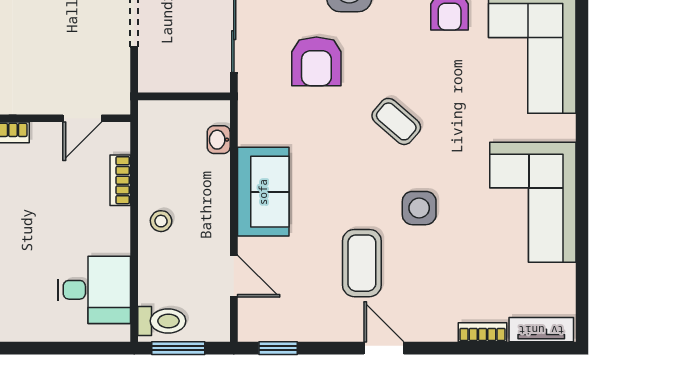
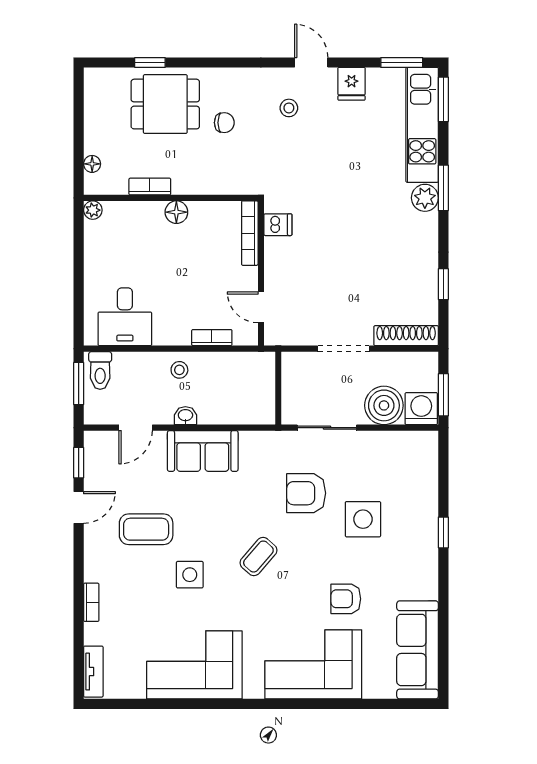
washbasin: (219, 140) -> (185, 416), moved
bookcase: (483, 332) -> (91, 602), moved
door: (384, 348) -> (79, 507), moved

